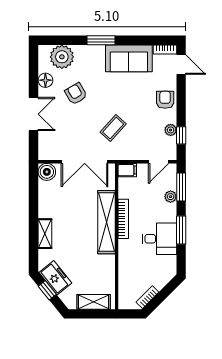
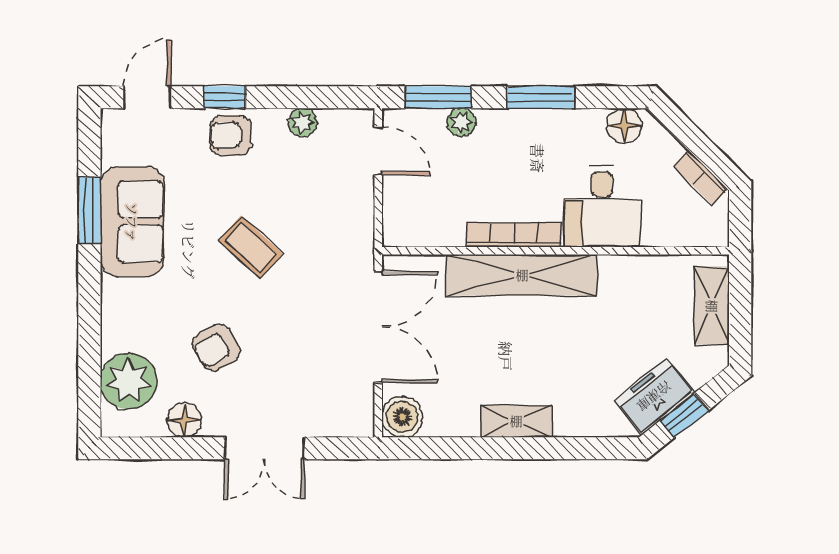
window: (101, 40) -> (89, 210), moved
bookcase: (165, 50) -> (111, 136), removed
double door: (34, 114) -> (265, 448), swing flipped
coffee table: (113, 128) -> (251, 247), moved
window: (181, 135) -> (225, 97), moved
filing cabinet: (127, 170) -> (398, 225), removed
shelving: (45, 234) -> (516, 421), moved
desk: (159, 239) -> (602, 206), moved, turned 180
floor lamp: (169, 265) -> (624, 126), added

